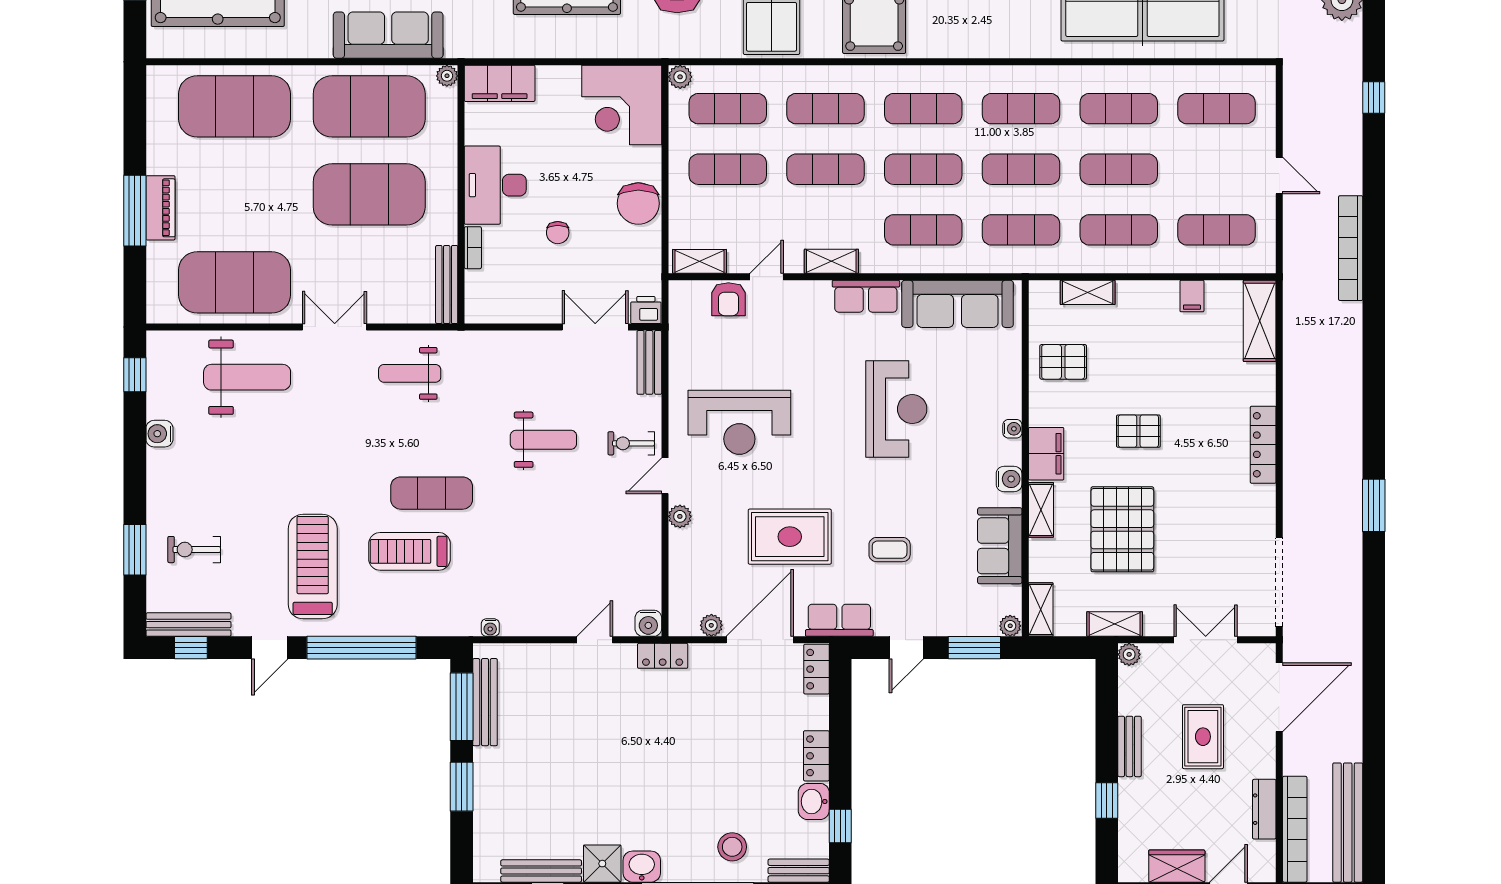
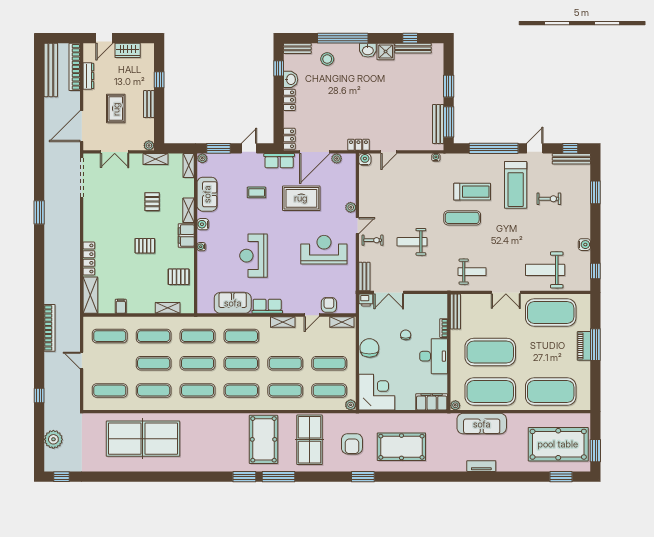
sofa: (958, 304) -> (233, 303), width x0.73
locker: (1263, 445) -> (89, 258), moved
pallet: (1122, 529) -> (152, 202), width x0.49, depth x0.50
exercise bike: (194, 550) -> (549, 199), moved

